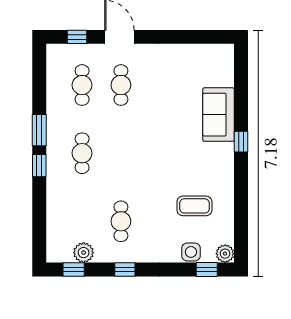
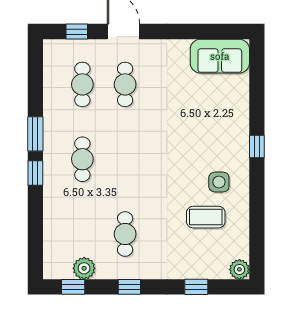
sofa: (219, 115) -> (220, 56), moved, turned -90
side table: (191, 252) -> (219, 182), moved
window: (207, 269) -> (196, 287), moved

